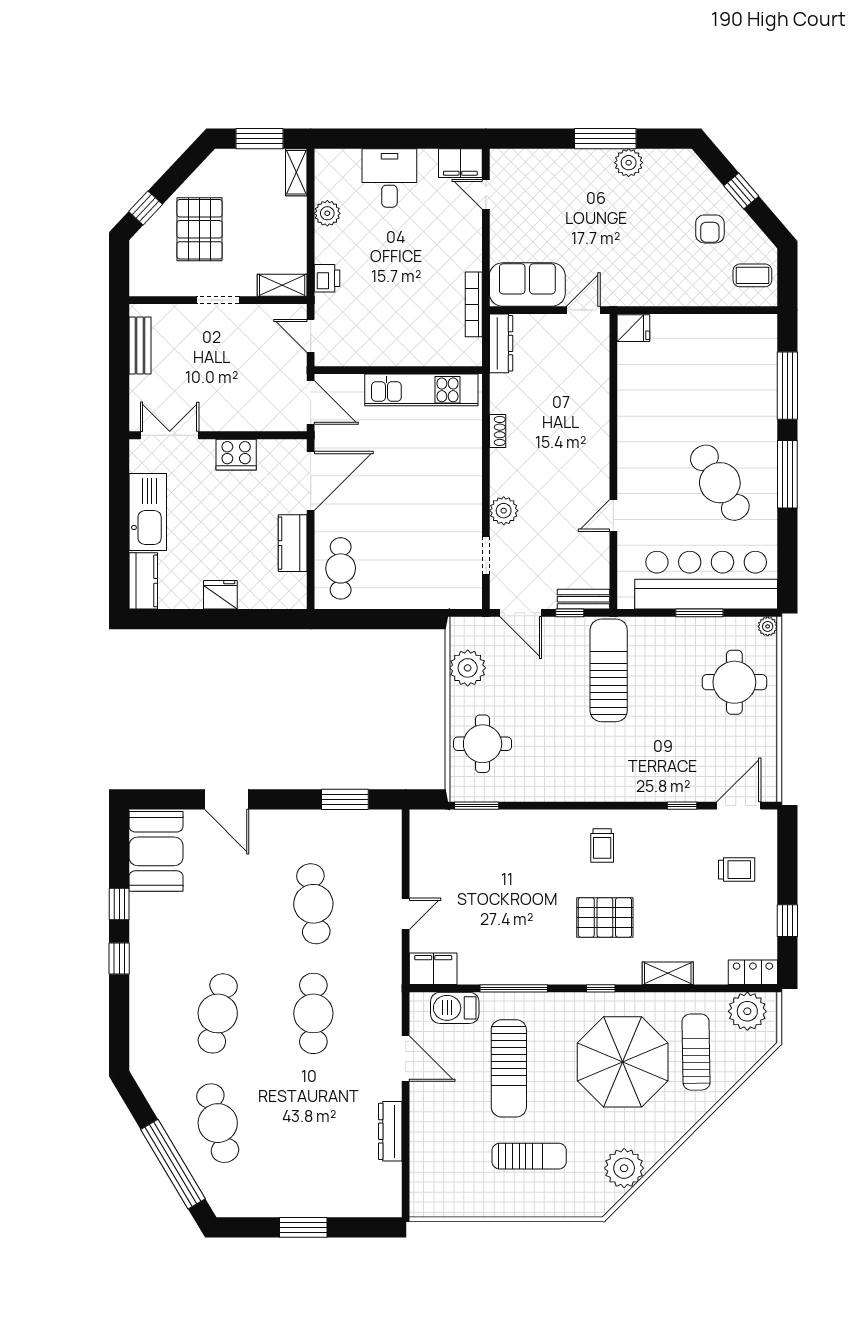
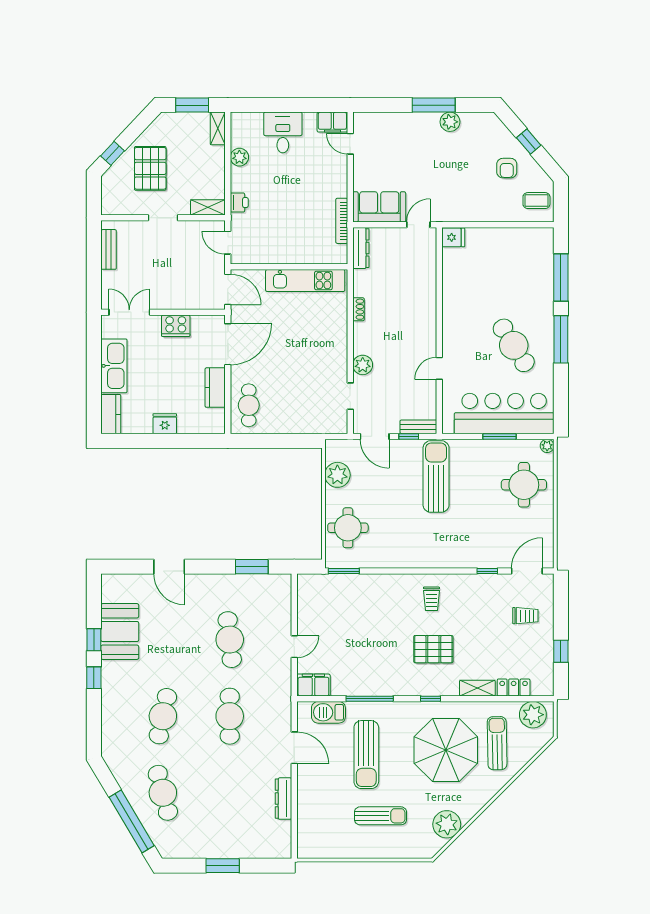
booth: (156, 851) -> (120, 631), moved
locker: (753, 972) -> (514, 687), moved

